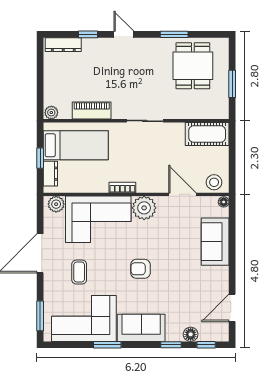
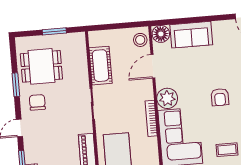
chair: (152, 58) -> (37, 102), added
cot: (207, 134) -> (101, 66), moved
bookcase: (122, 187) -> (151, 118), width x1.56
floor lamp: (224, 202) -> (161, 34), width x1.89, depth x1.89

